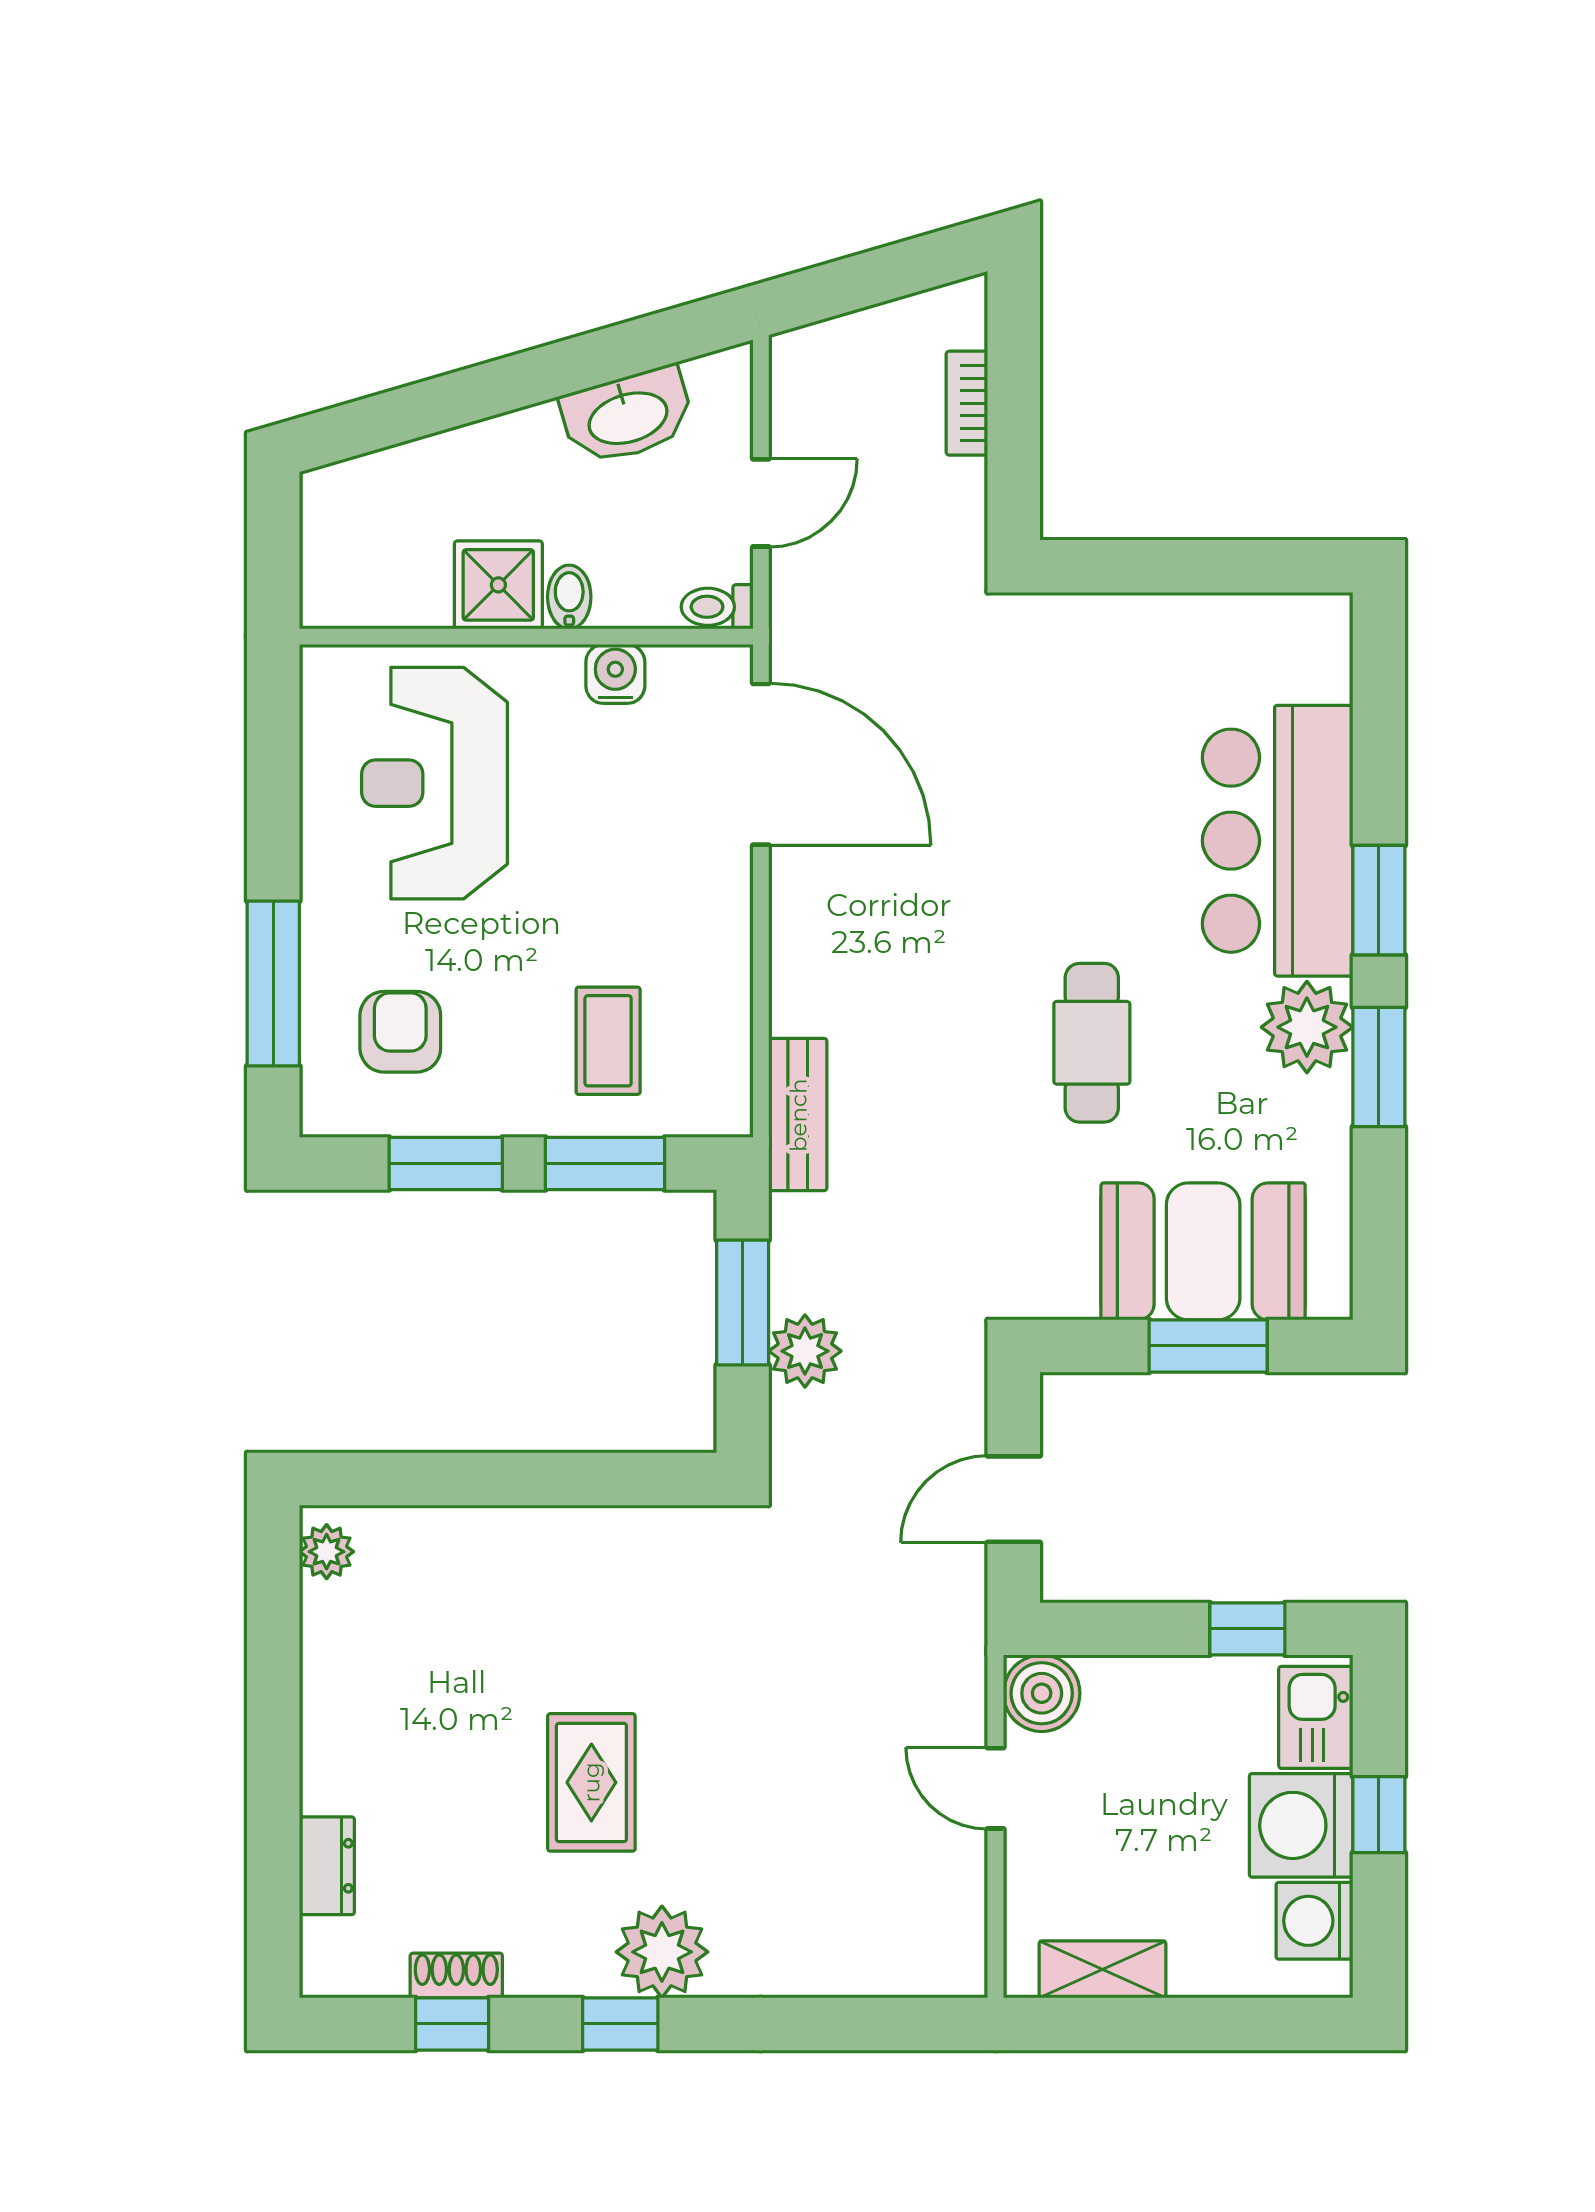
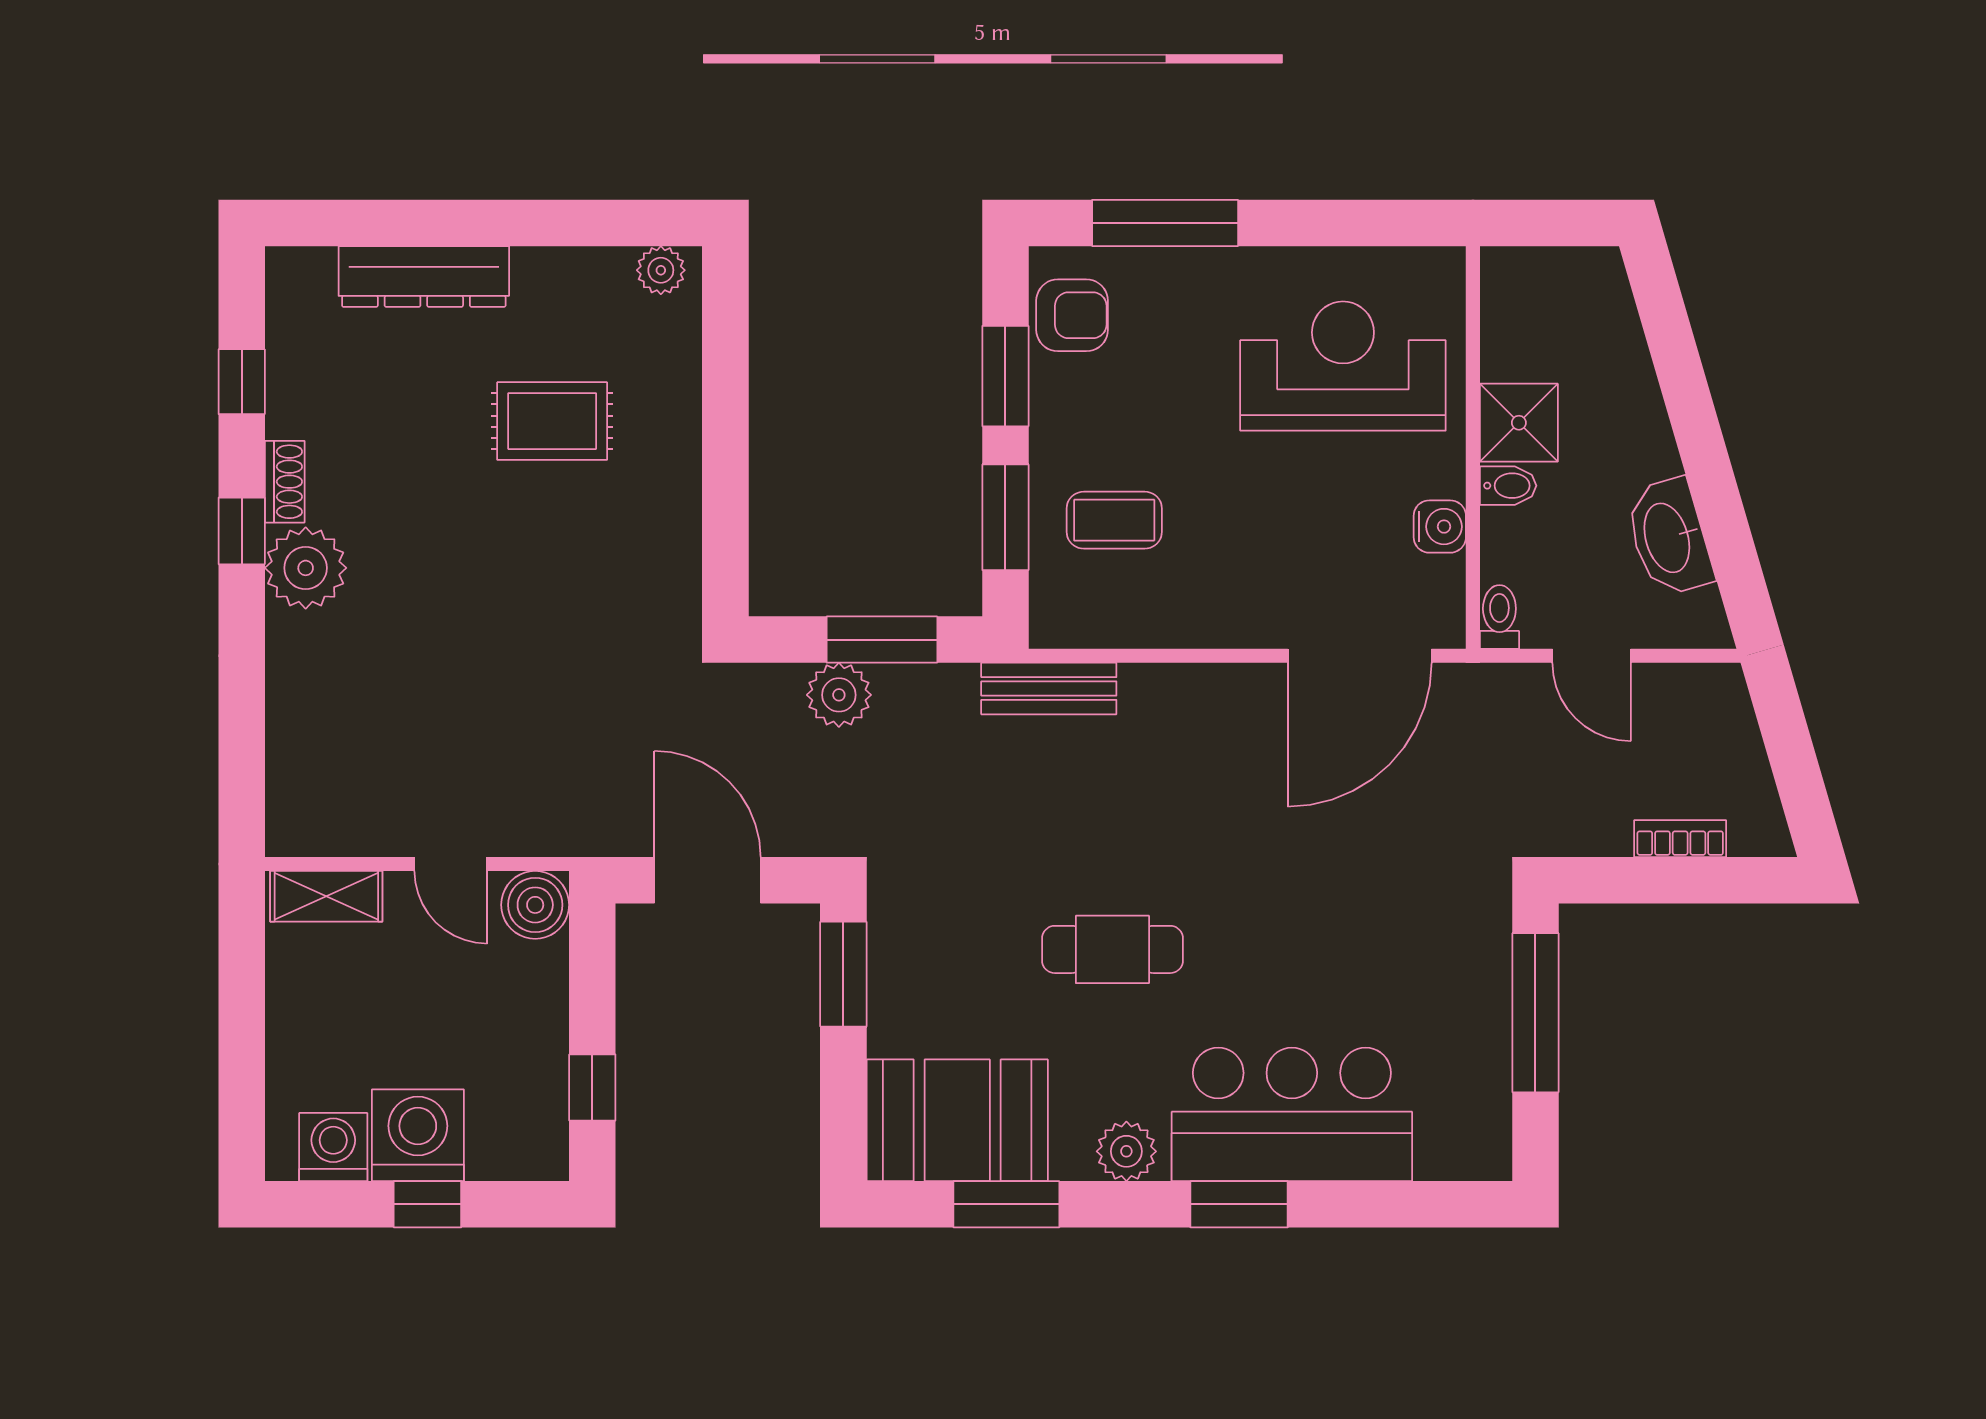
window: (1163, 566) -> (1535, 1013), added
plant: (1307, 1027) -> (1126, 1151), width x0.73, depth x0.73
armchair: (400, 1032) -> (1072, 315), moved
window: (1379, 1067) -> (1006, 1204), moved
booth: (1203, 1251) -> (957, 1120), moved, turned 90
window: (1208, 1346) -> (843, 974), moved
door: (1014, 1499) -> (707, 880), width x1.38
kitchen sink: (1316, 1717) -> (514, 1148), removed
rug: (591, 1782) -> (552, 421), moved
door: (996, 1788) -> (451, 864), swing flipped
dresser: (327, 1866) -> (424, 276), width x1.96, depth x1.24
shelving: (1102, 1969) -> (326, 896), moved, turned 90
shoe rack: (456, 1976) -> (285, 482), moved

